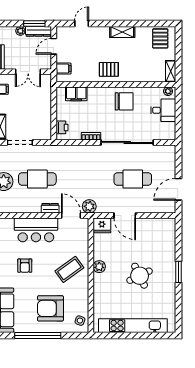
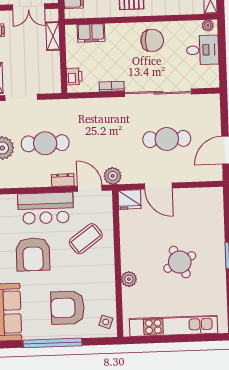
shelving: (46, 95) -> (53, 36), added
armchair: (25, 266) -> (33, 254), width x1.88, depth x1.88
plant: (99, 267) -> (129, 279), moved
coffee table: (69, 269) -> (86, 239), moved

